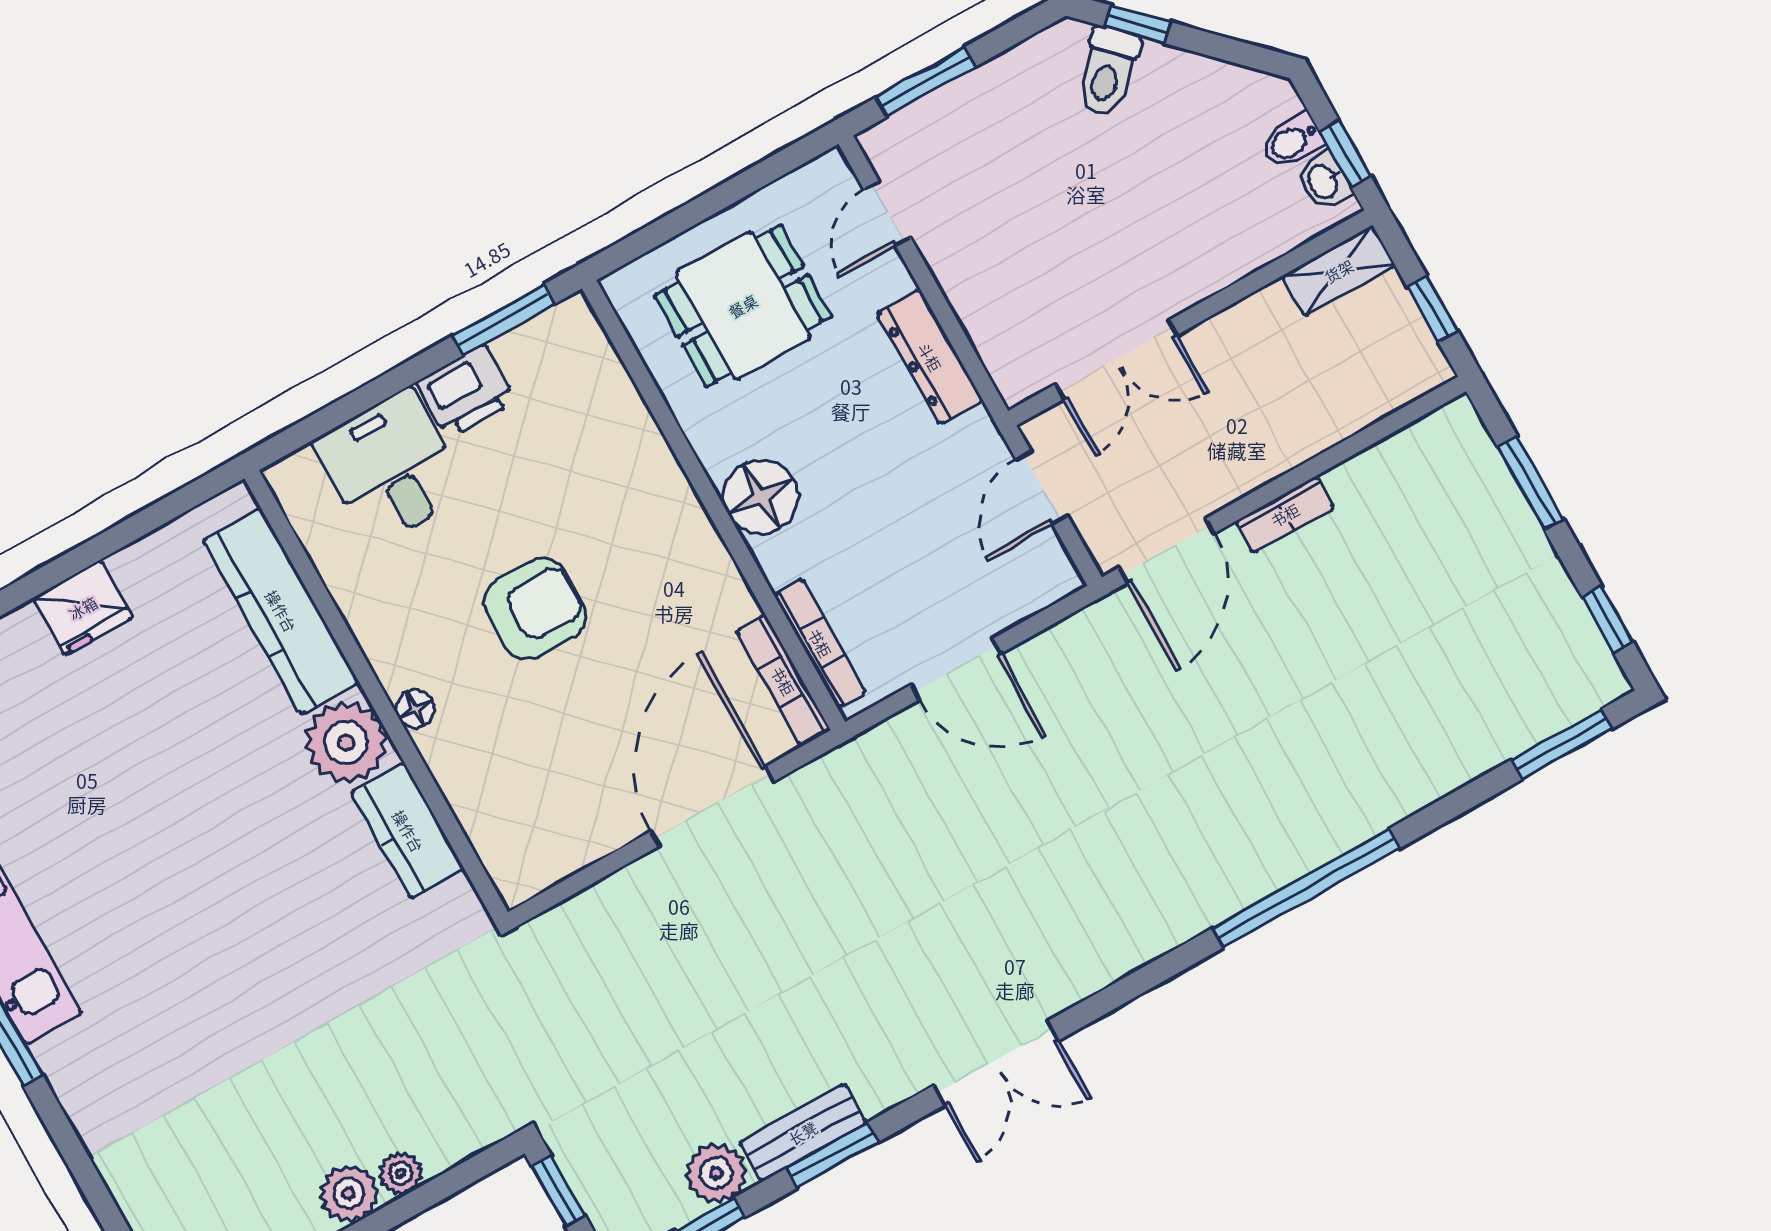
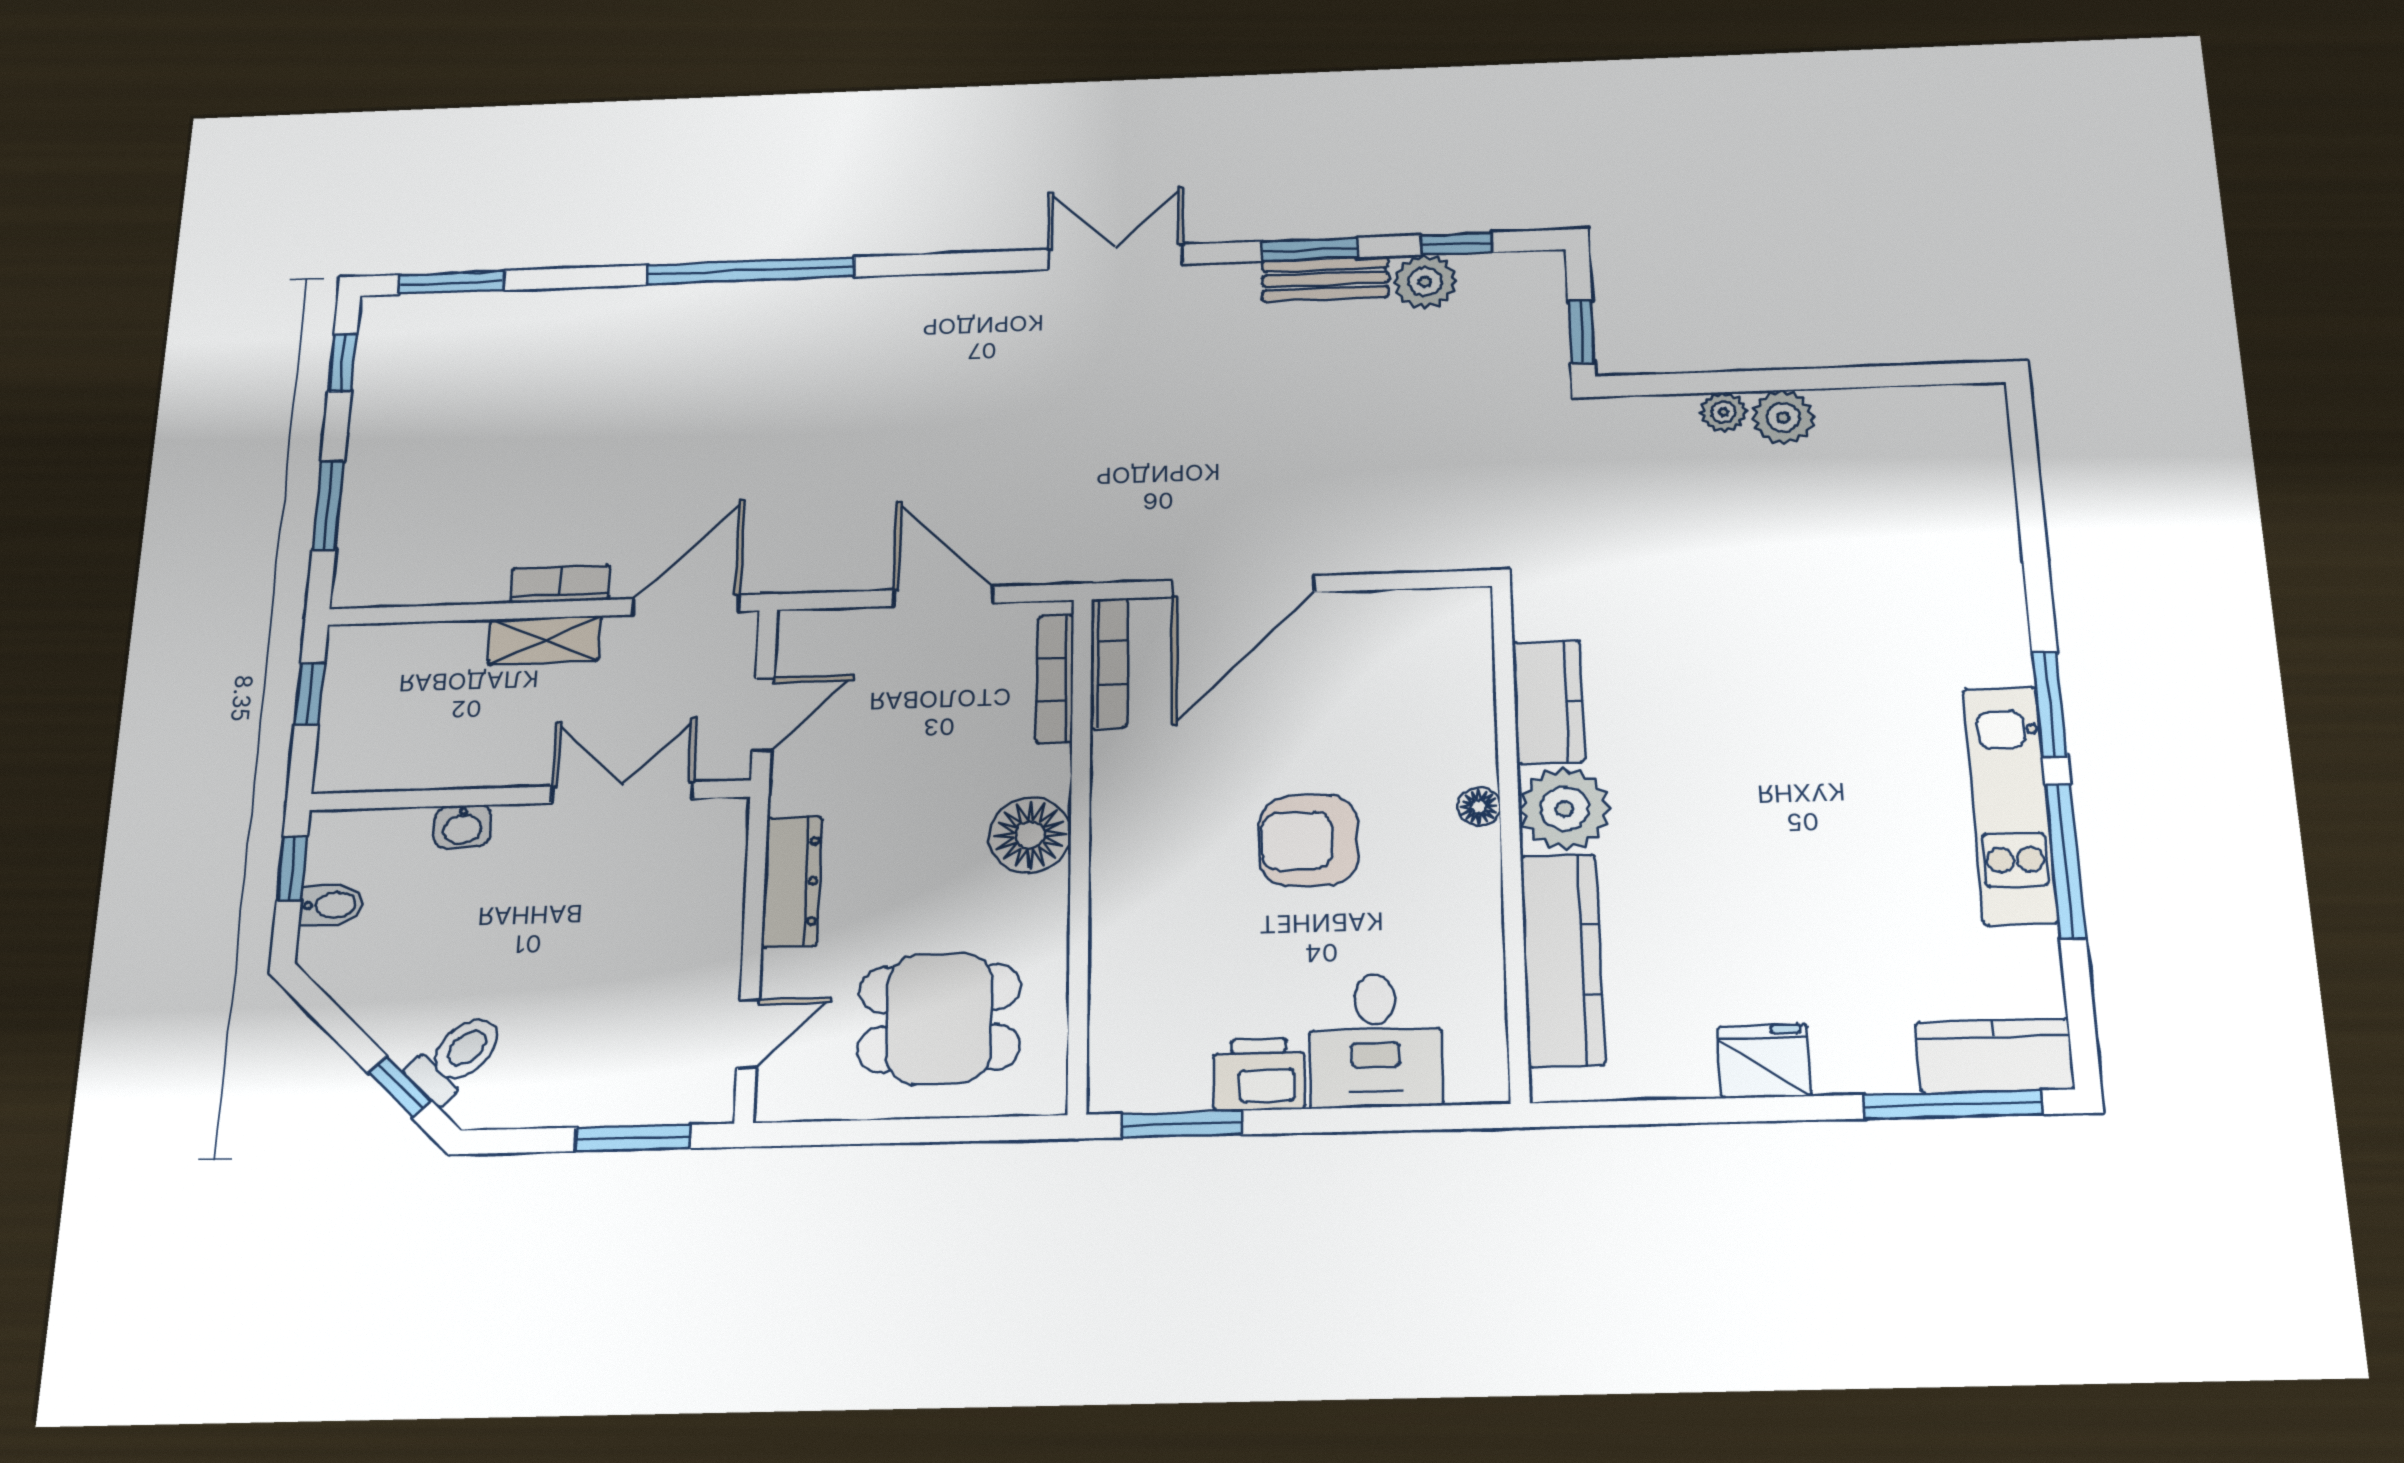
washbasin: (1324, 181) -> (462, 826), moved, turned 90
shelving: (1339, 271) -> (545, 640), moved

